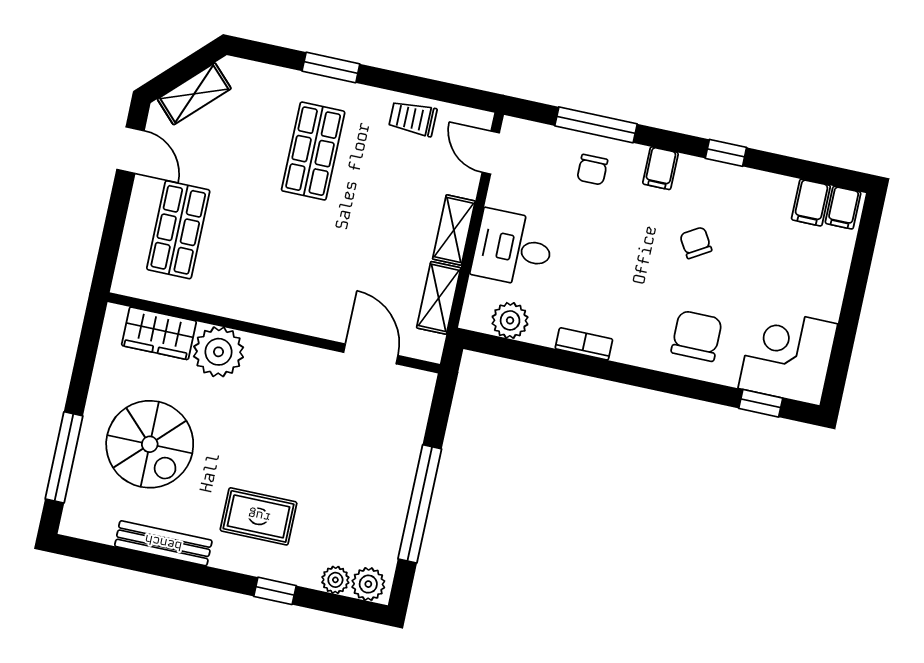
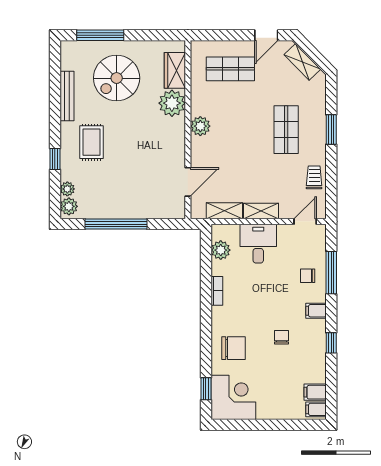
shop shelf: (313, 151) -> (286, 130), turned 90
chair: (696, 243) -> (282, 337), turned -59
plant: (272, 309) -> (200, 126), added

